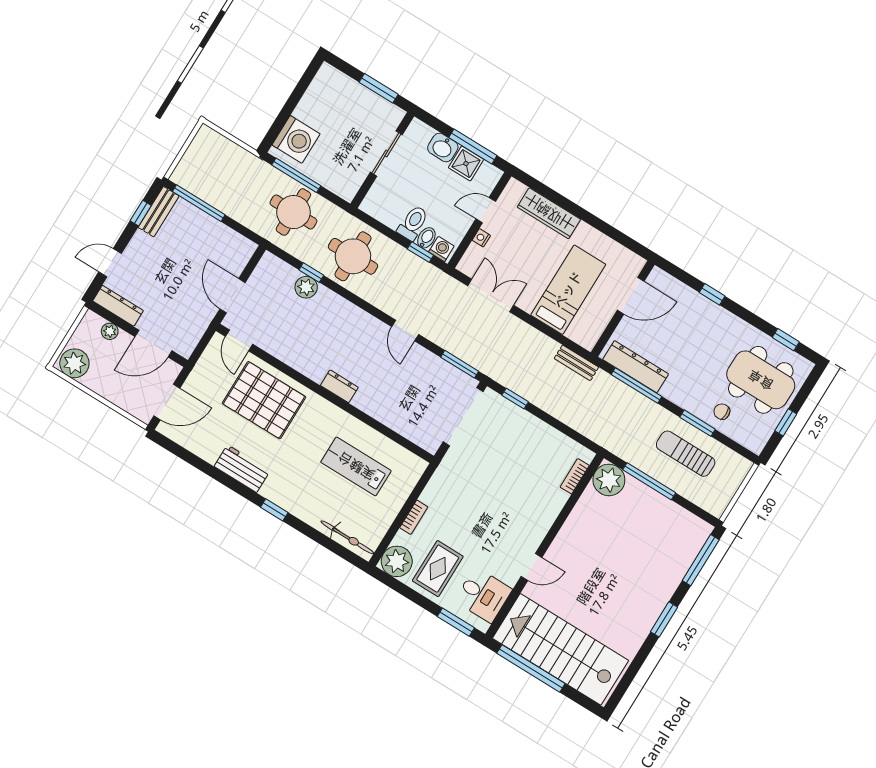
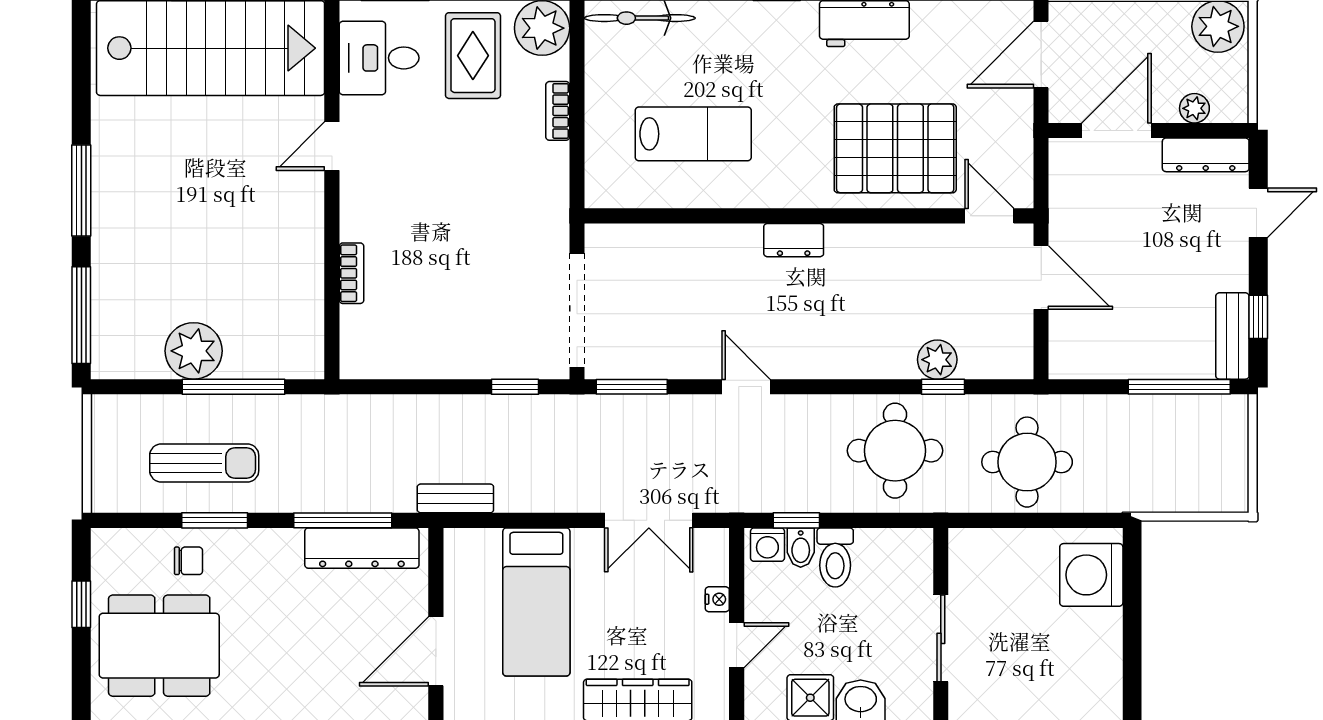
window: (296, 175) -> (1057, 520), removed
bookcase: (575, 476) -> (351, 273), moved
plant: (609, 480) -> (194, 351), moved
window: (664, 619) -> (81, 191), width x1.44

